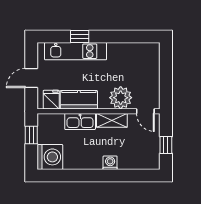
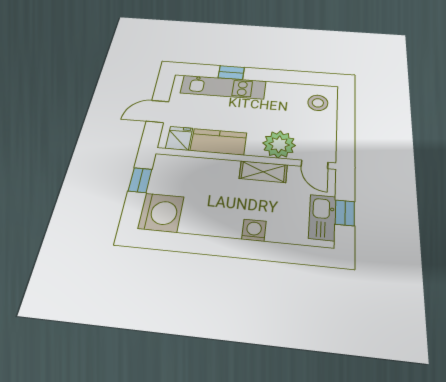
stool: (146, 59) -> (318, 103), added
kitchen sink: (80, 122) -> (322, 217), moved, turned 90

